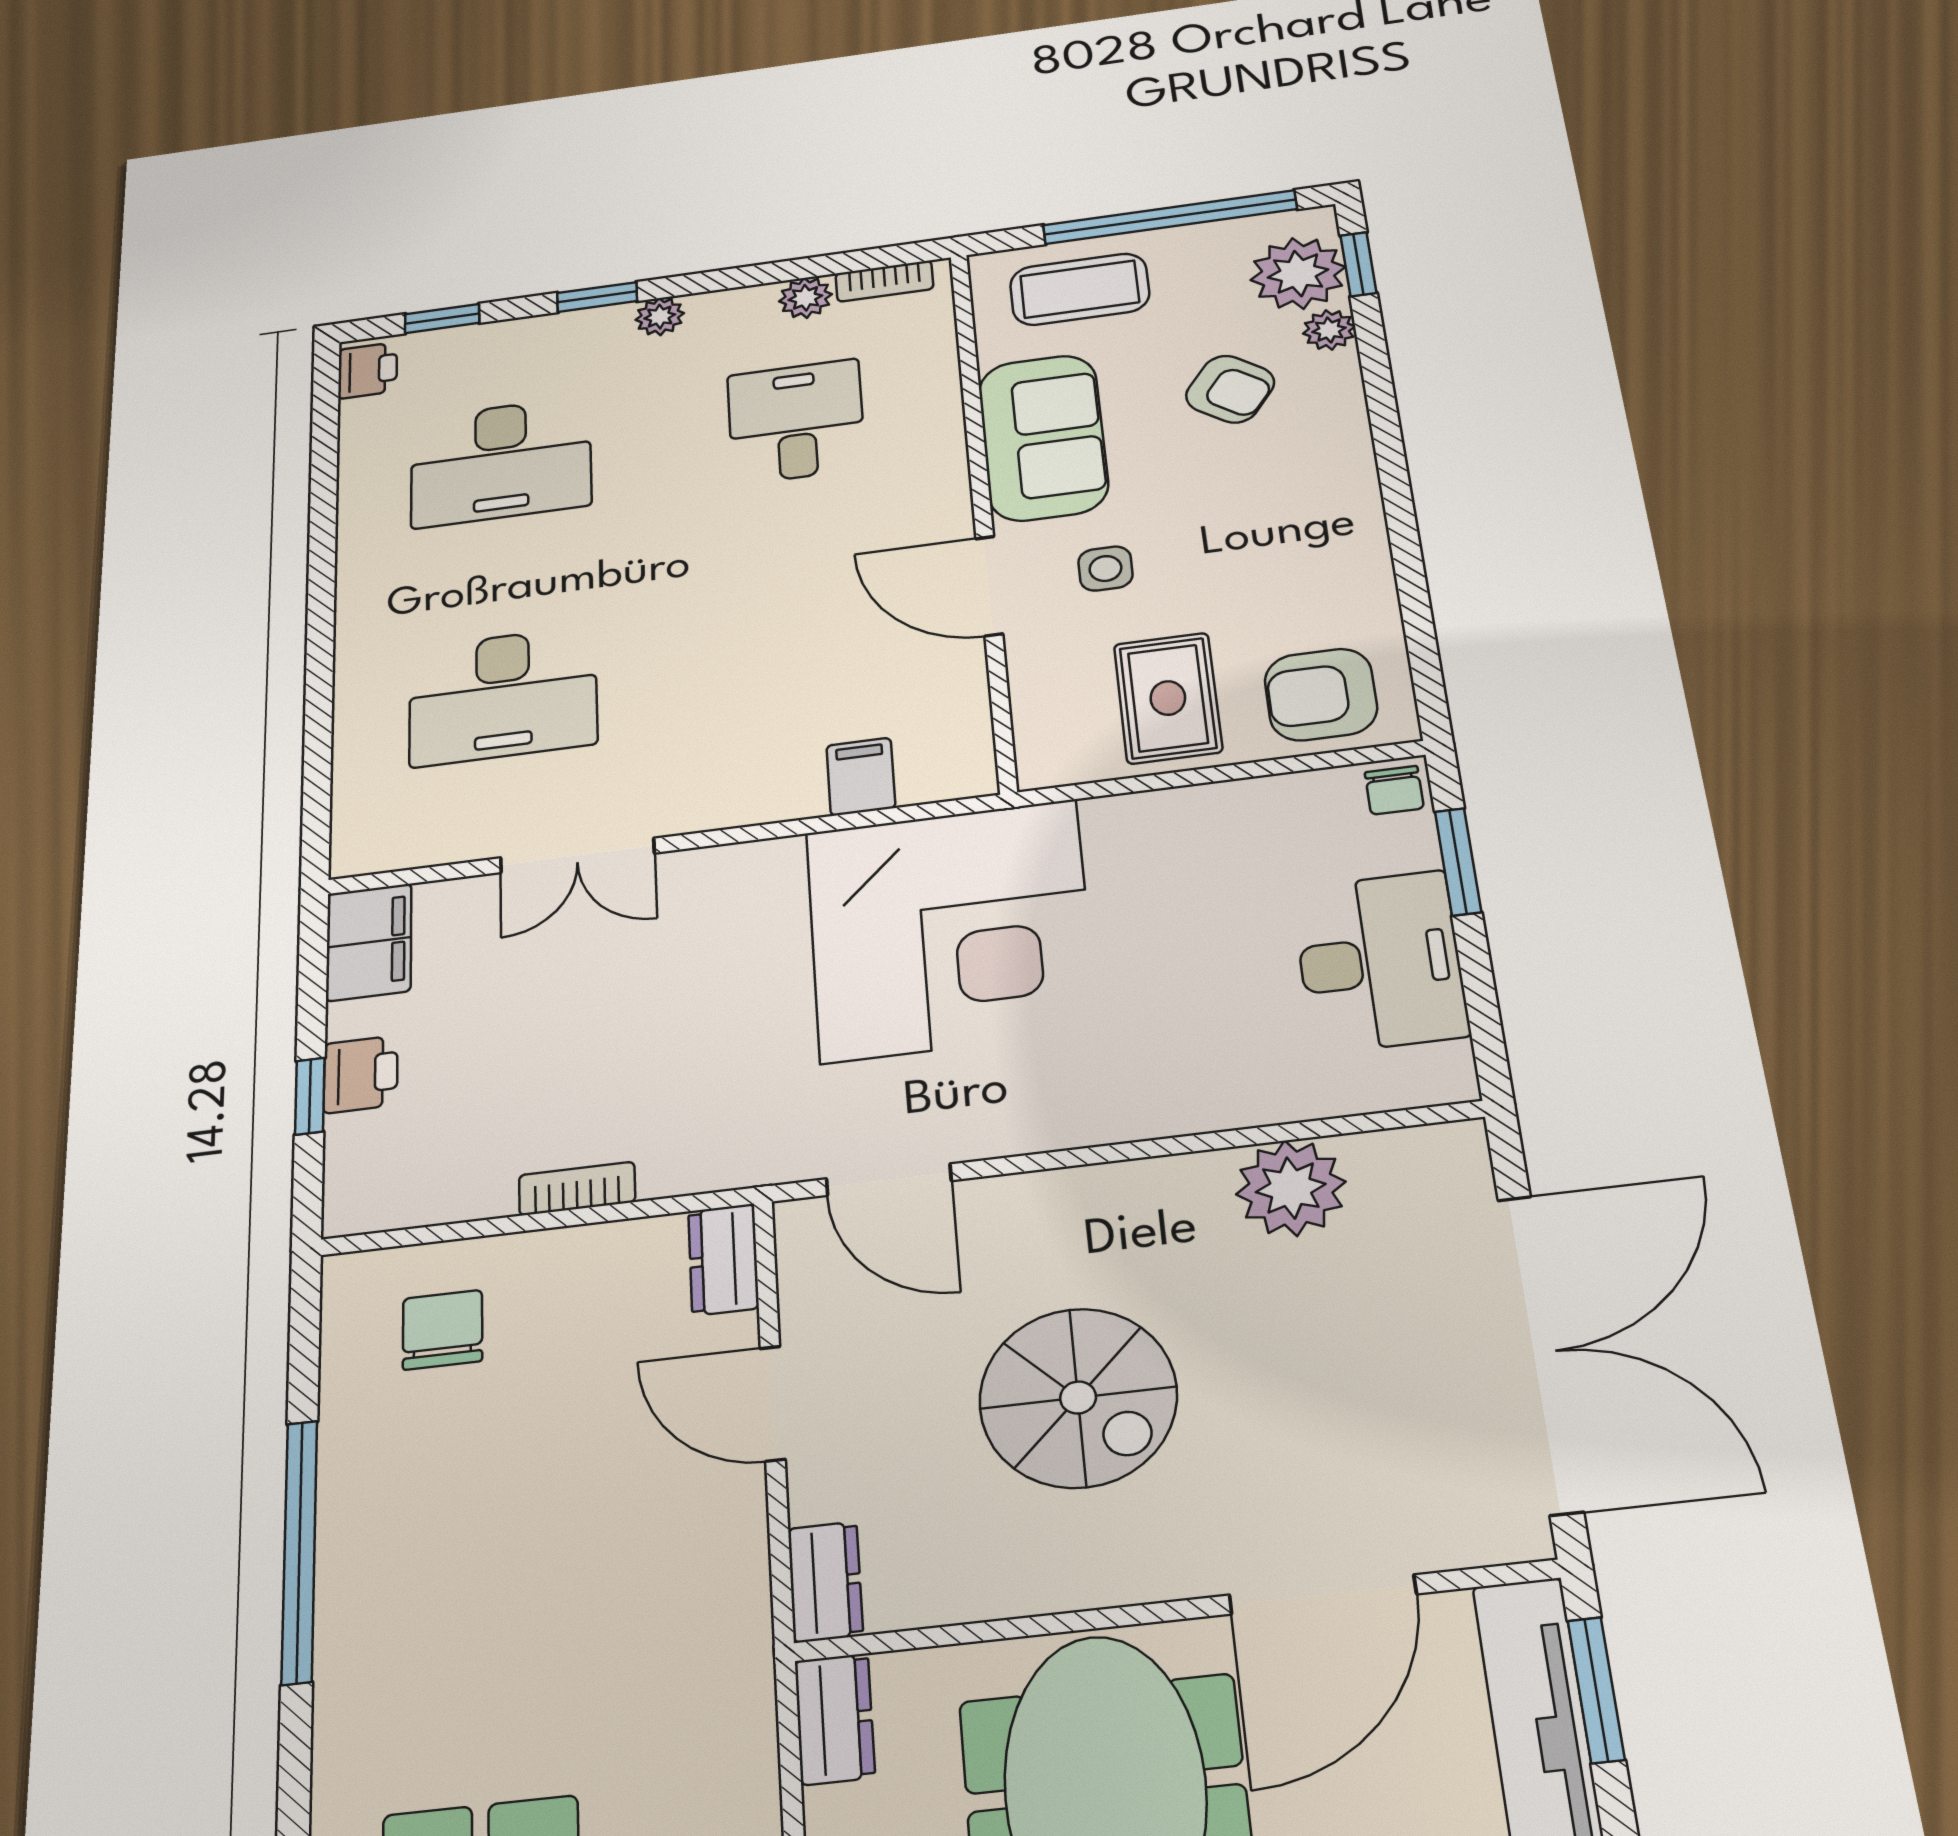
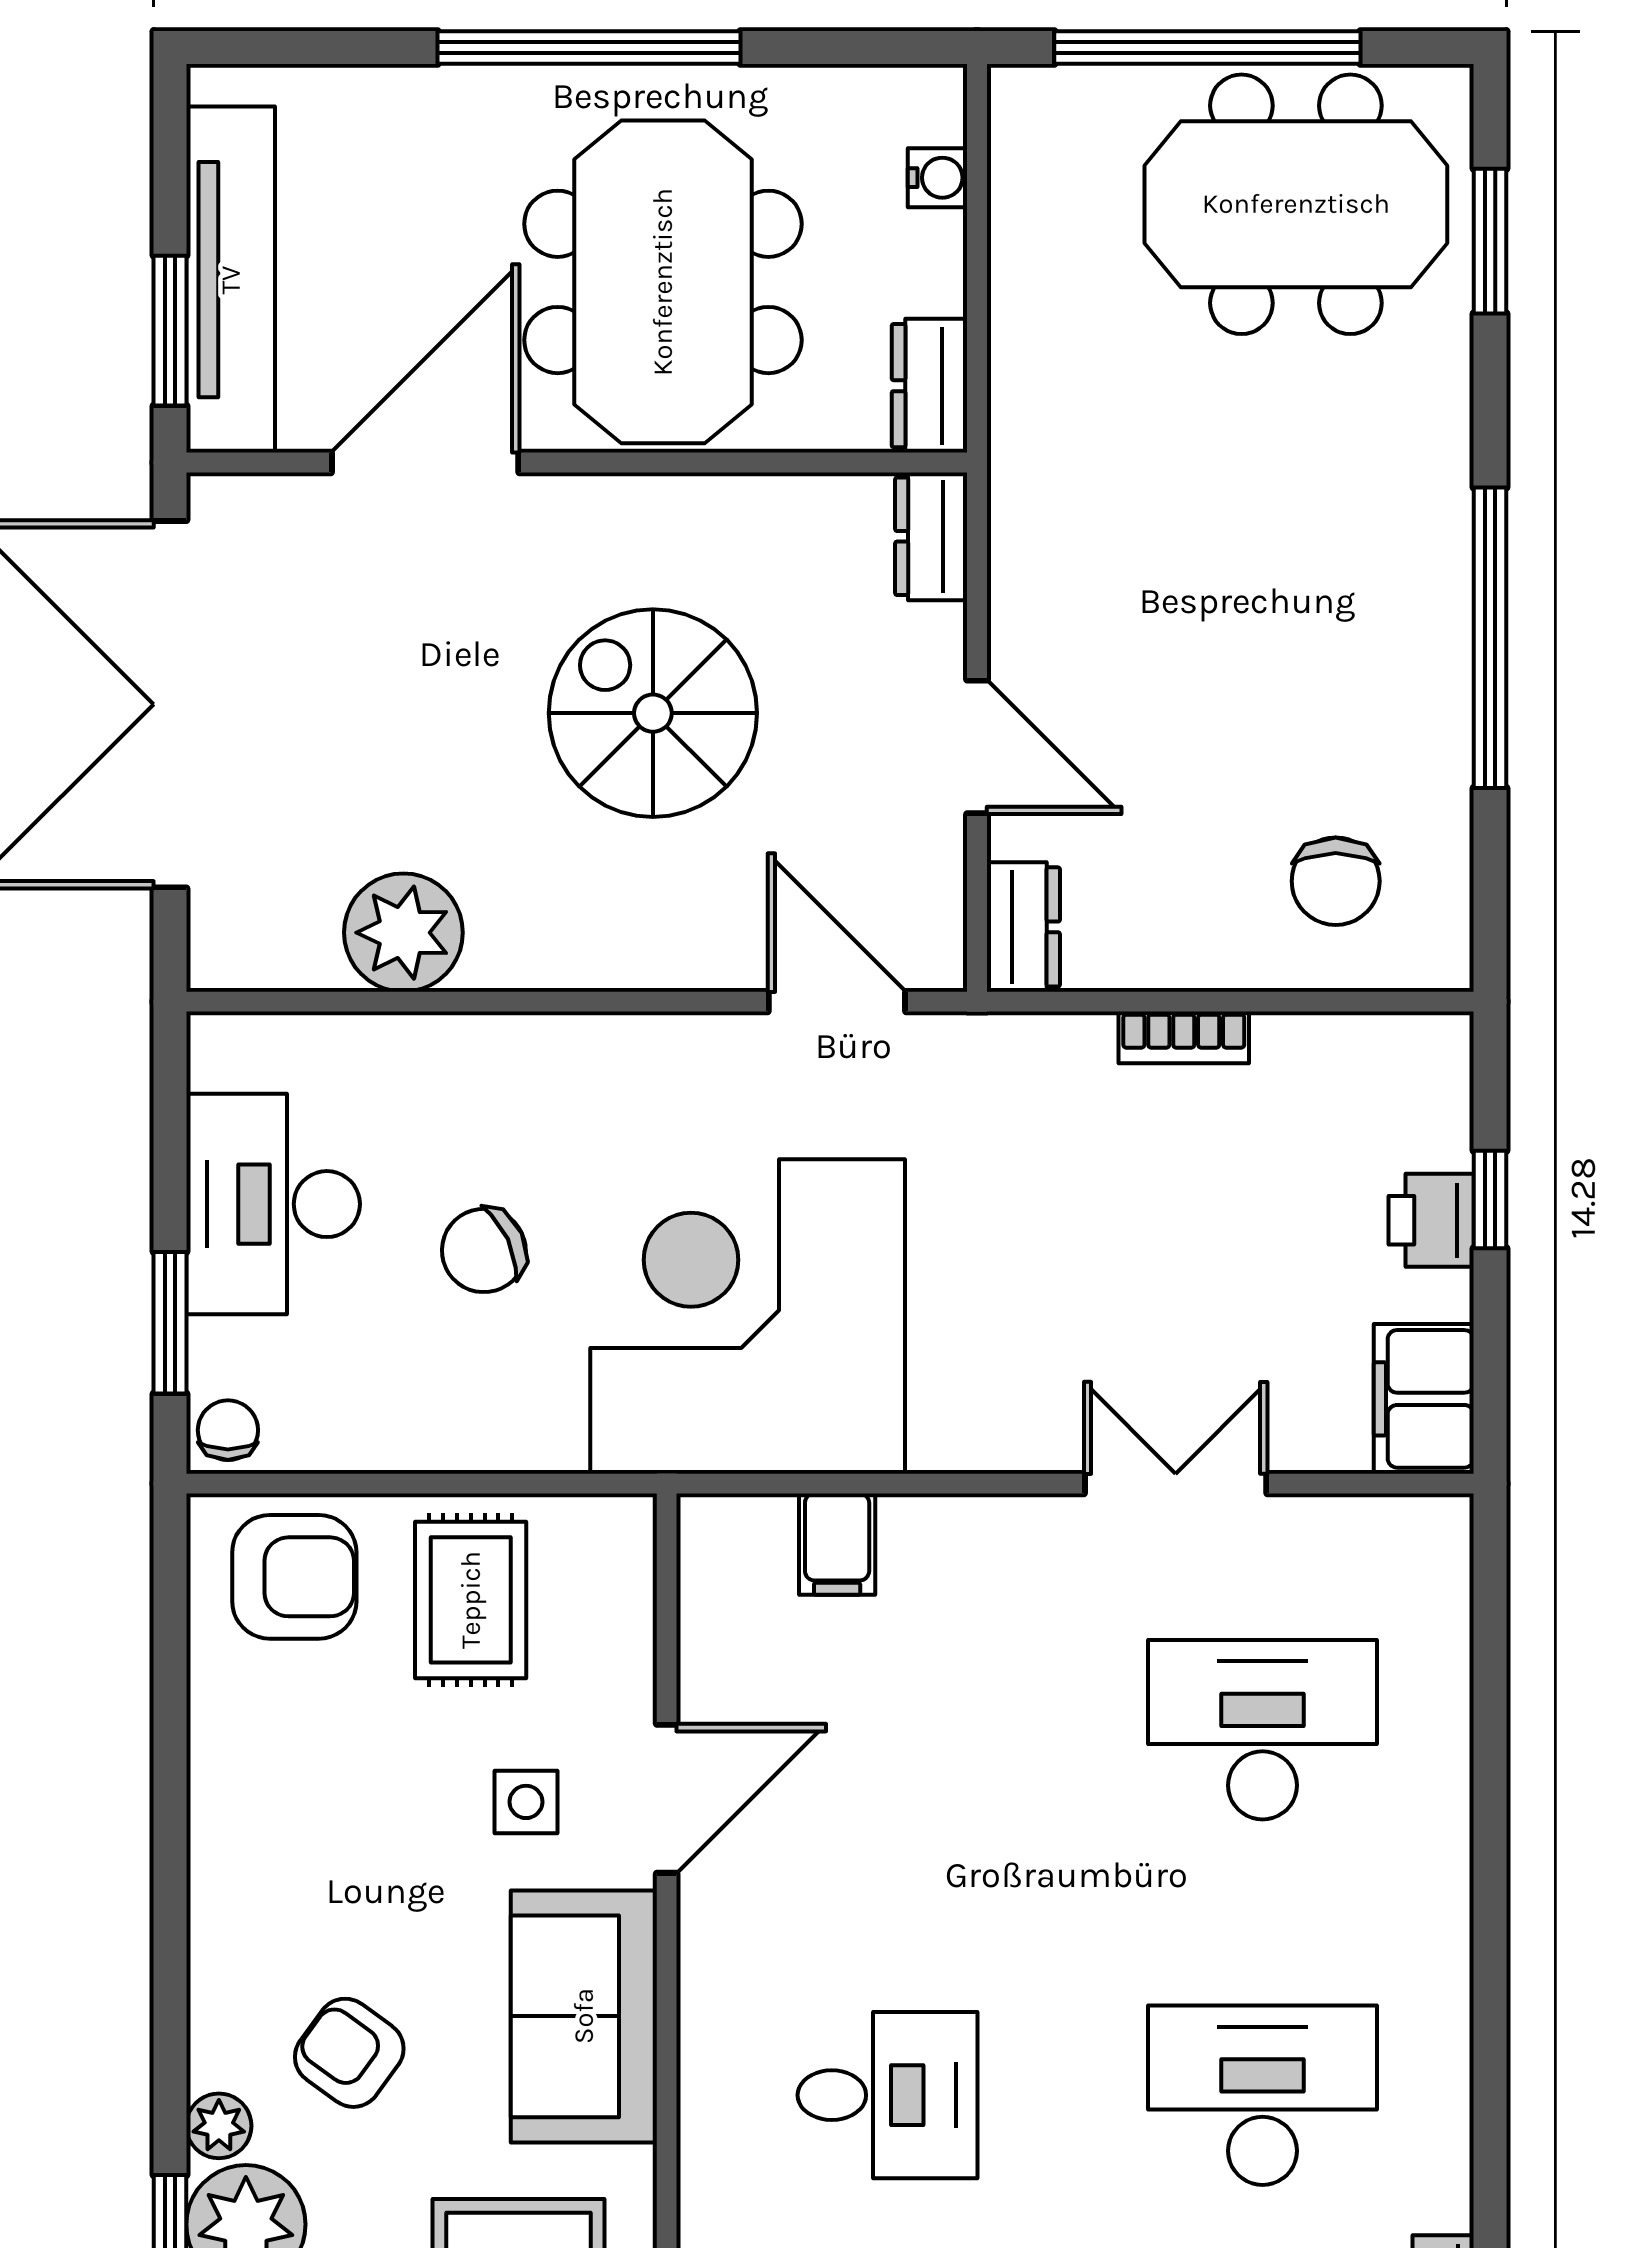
desk: (796, 422) -> (888, 2095), turned -90
door: (989, 586) -> (667, 1799), hinge flipped
chair: (1187, 950) -> (484, 1250), added

